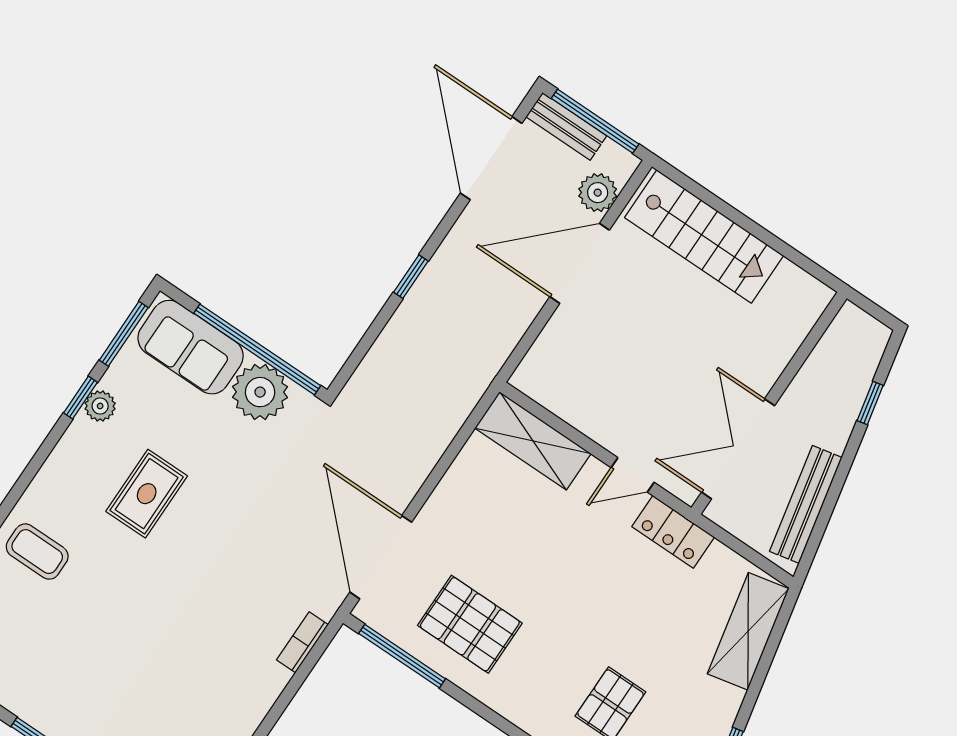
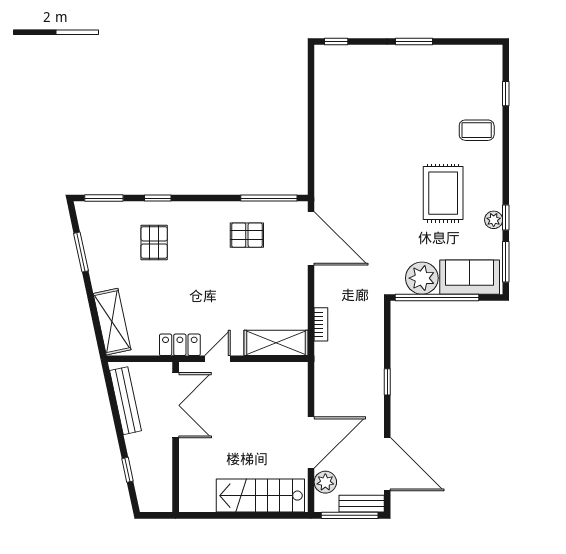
rug: (147, 494) -> (443, 193), width x1.36, depth x1.43
pallet: (470, 624) -> (247, 235), width x0.67, depth x0.71
bookcase: (302, 642) -> (321, 324), moved

